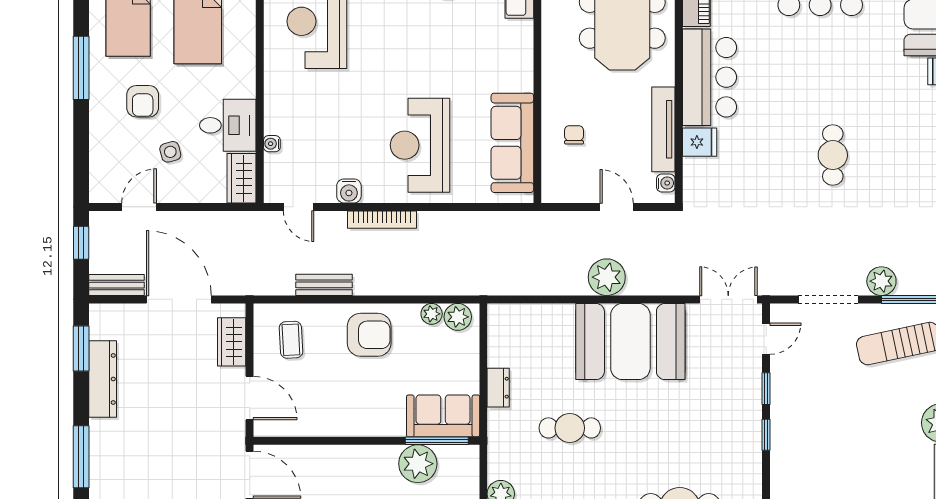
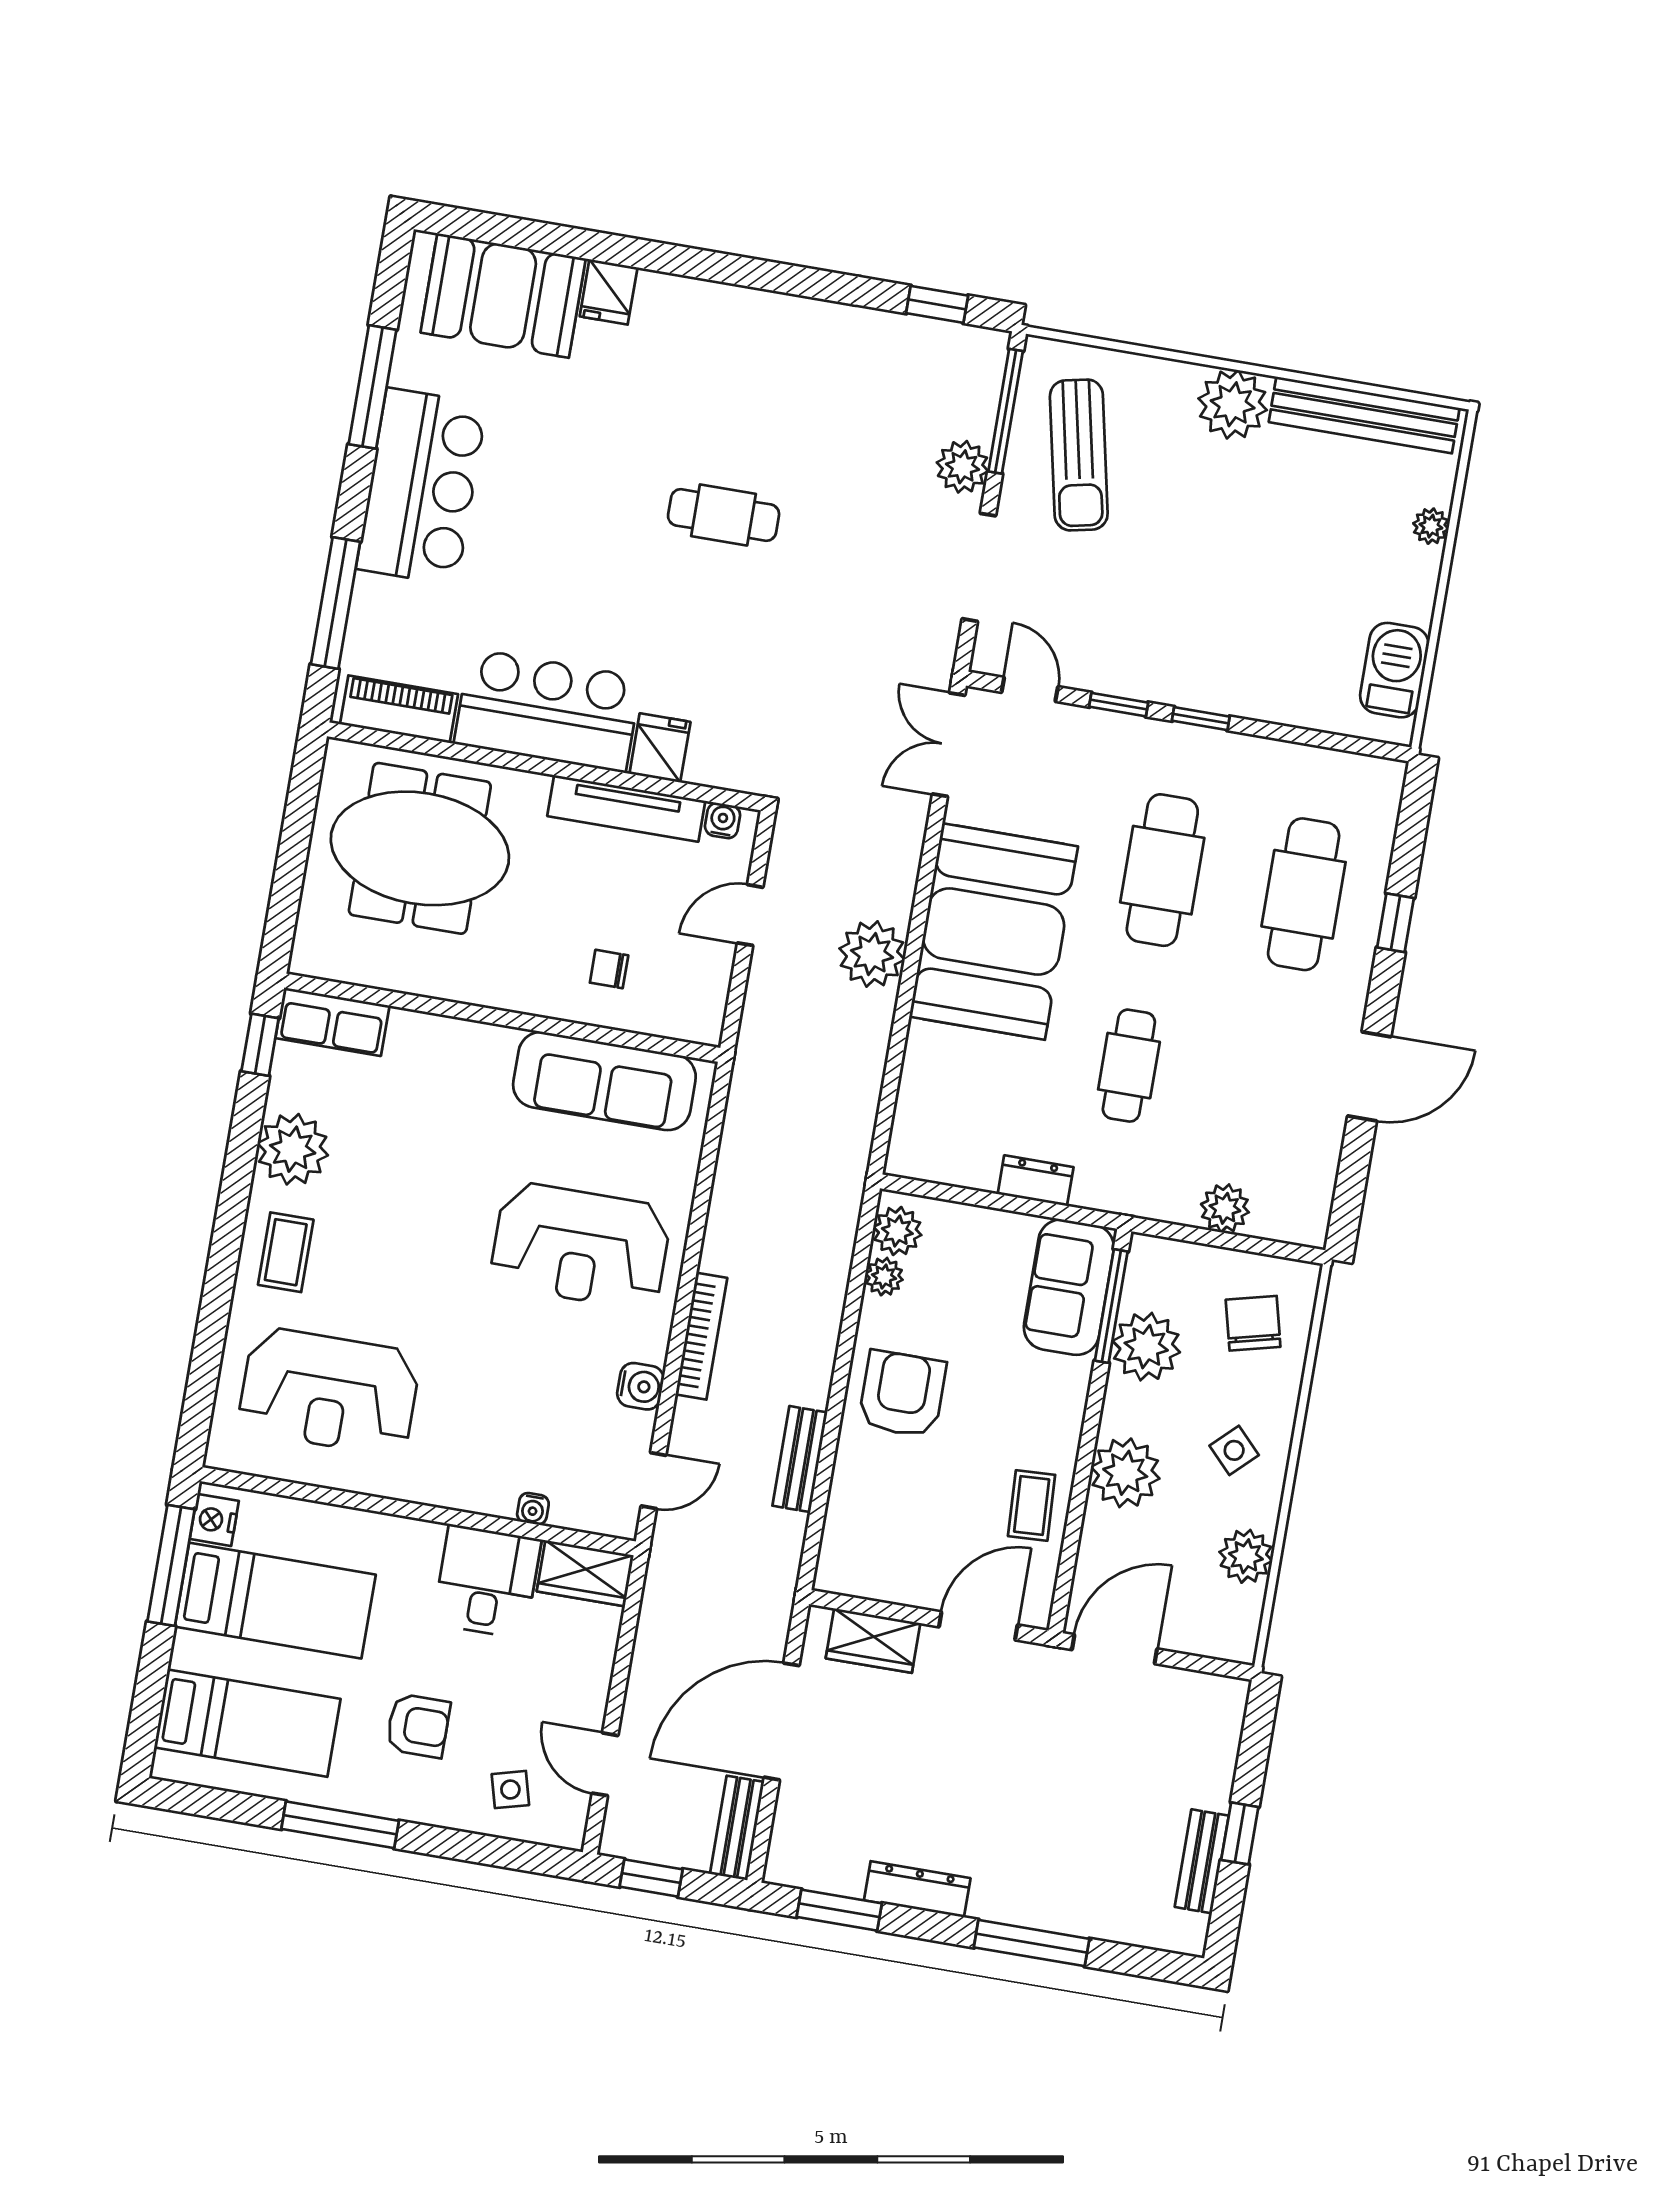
side table: (170, 152) -> (510, 1790), moved
coffee table: (291, 340) -> (1032, 1505), moved, turned 90
dresser: (103, 379) -> (917, 1889), width x0.73, depth x0.80
cafe table: (680, 428) -> (1162, 870), added
plant: (347, 464) -> (1125, 1473), added

